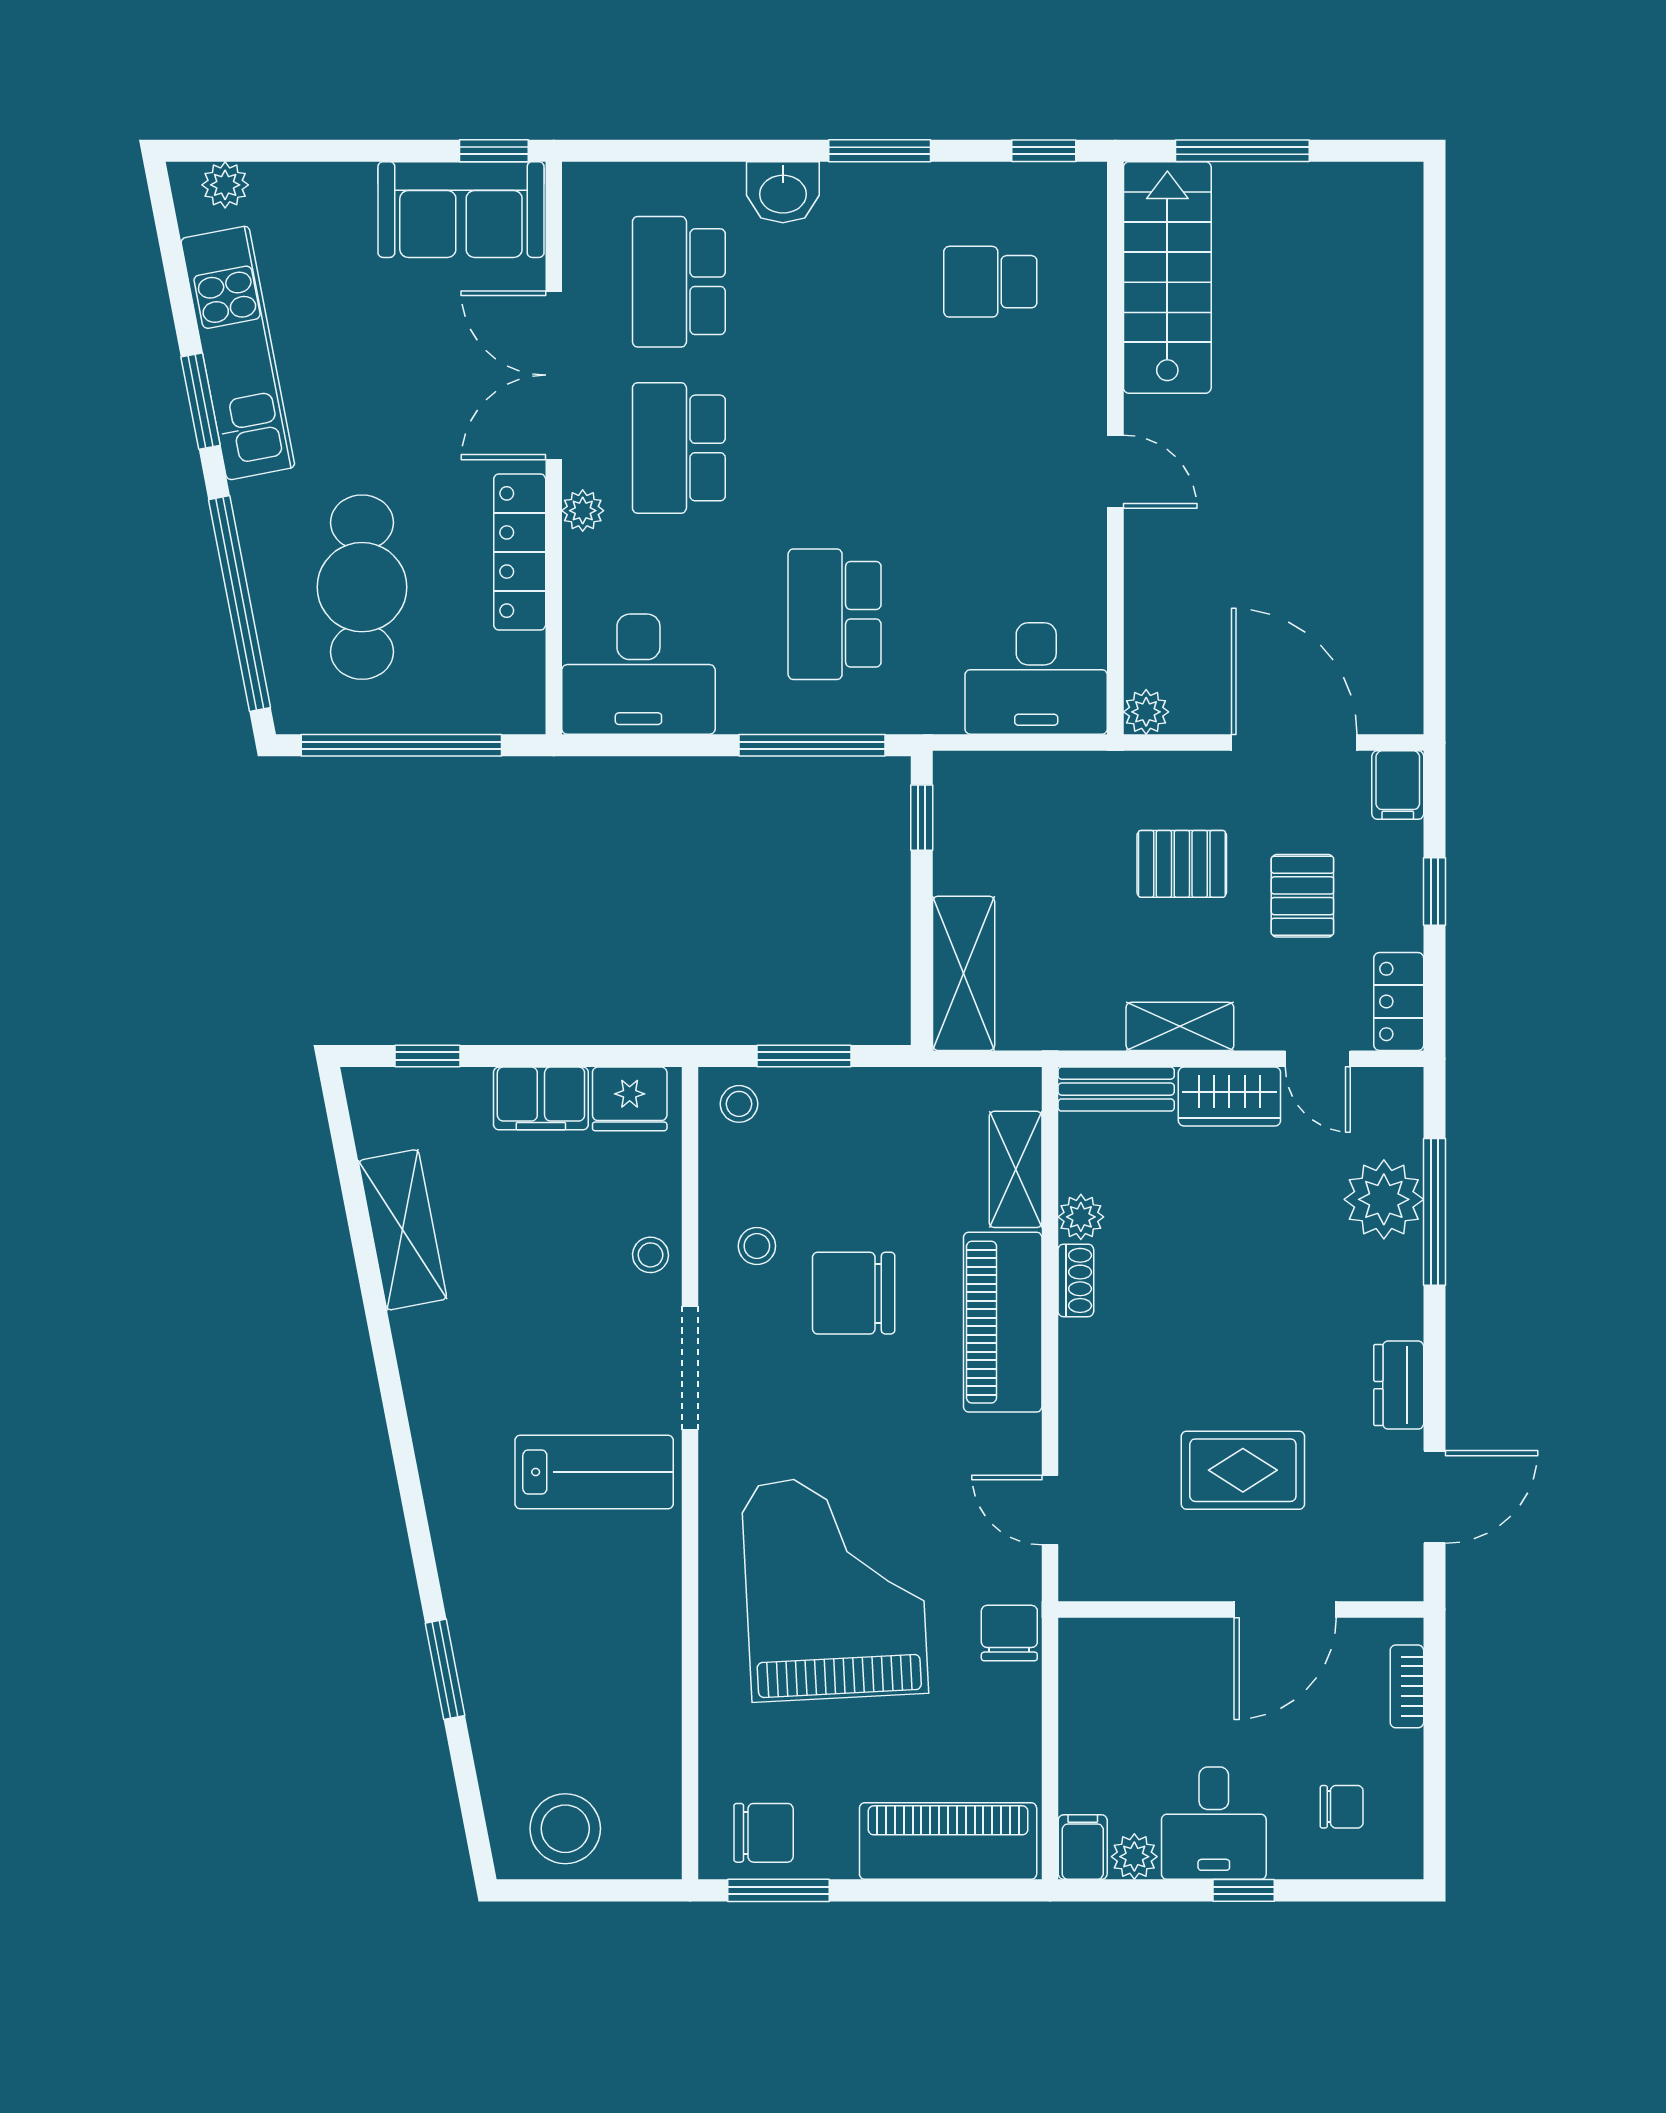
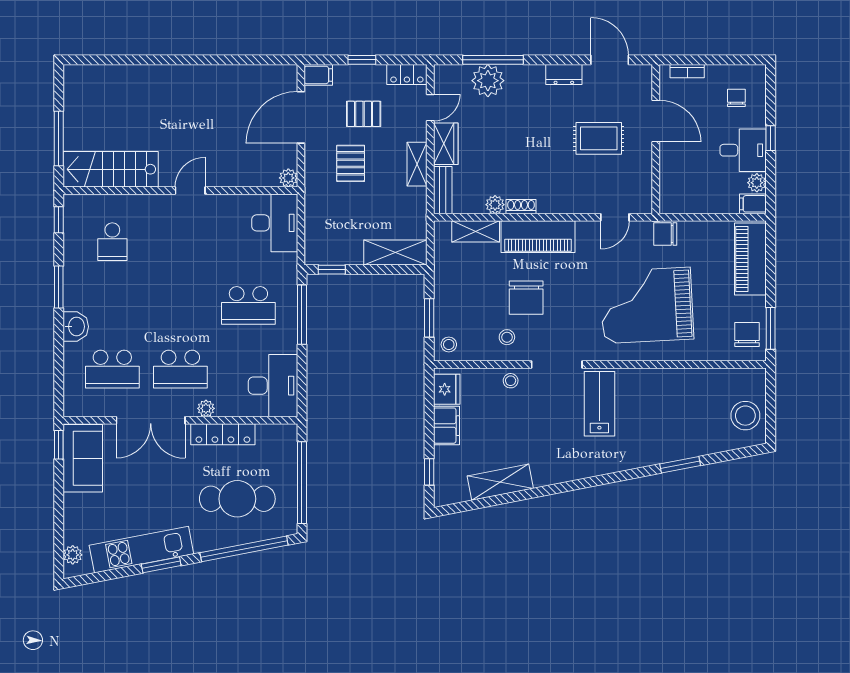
rug: (1243, 1470) -> (599, 138), turned 90

